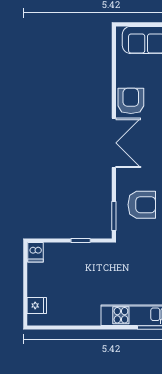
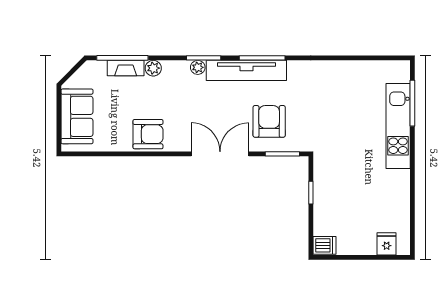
armchair: (131, 101) -> (148, 134), turned 180
double door: (114, 143) -> (220, 154), moved

